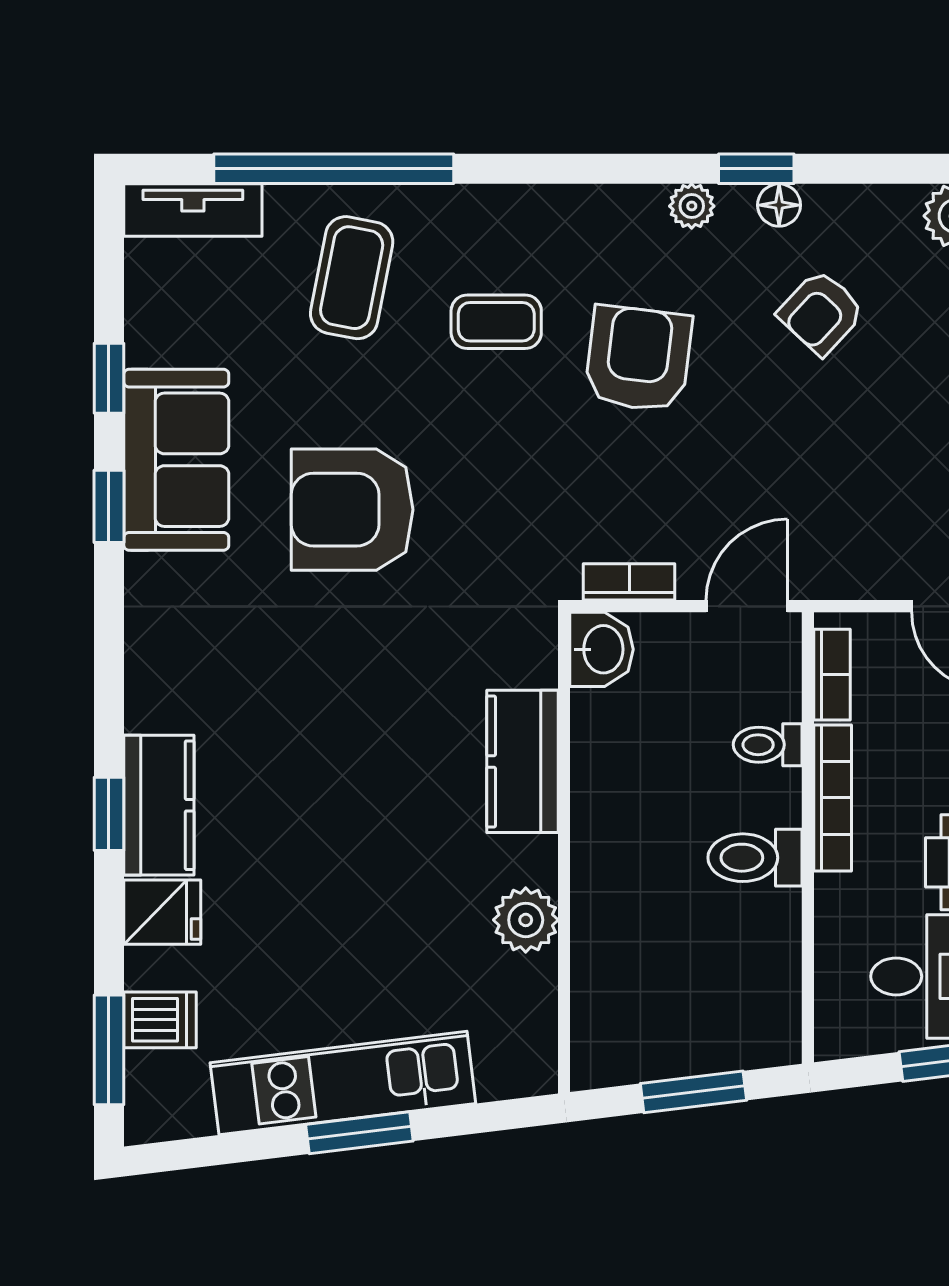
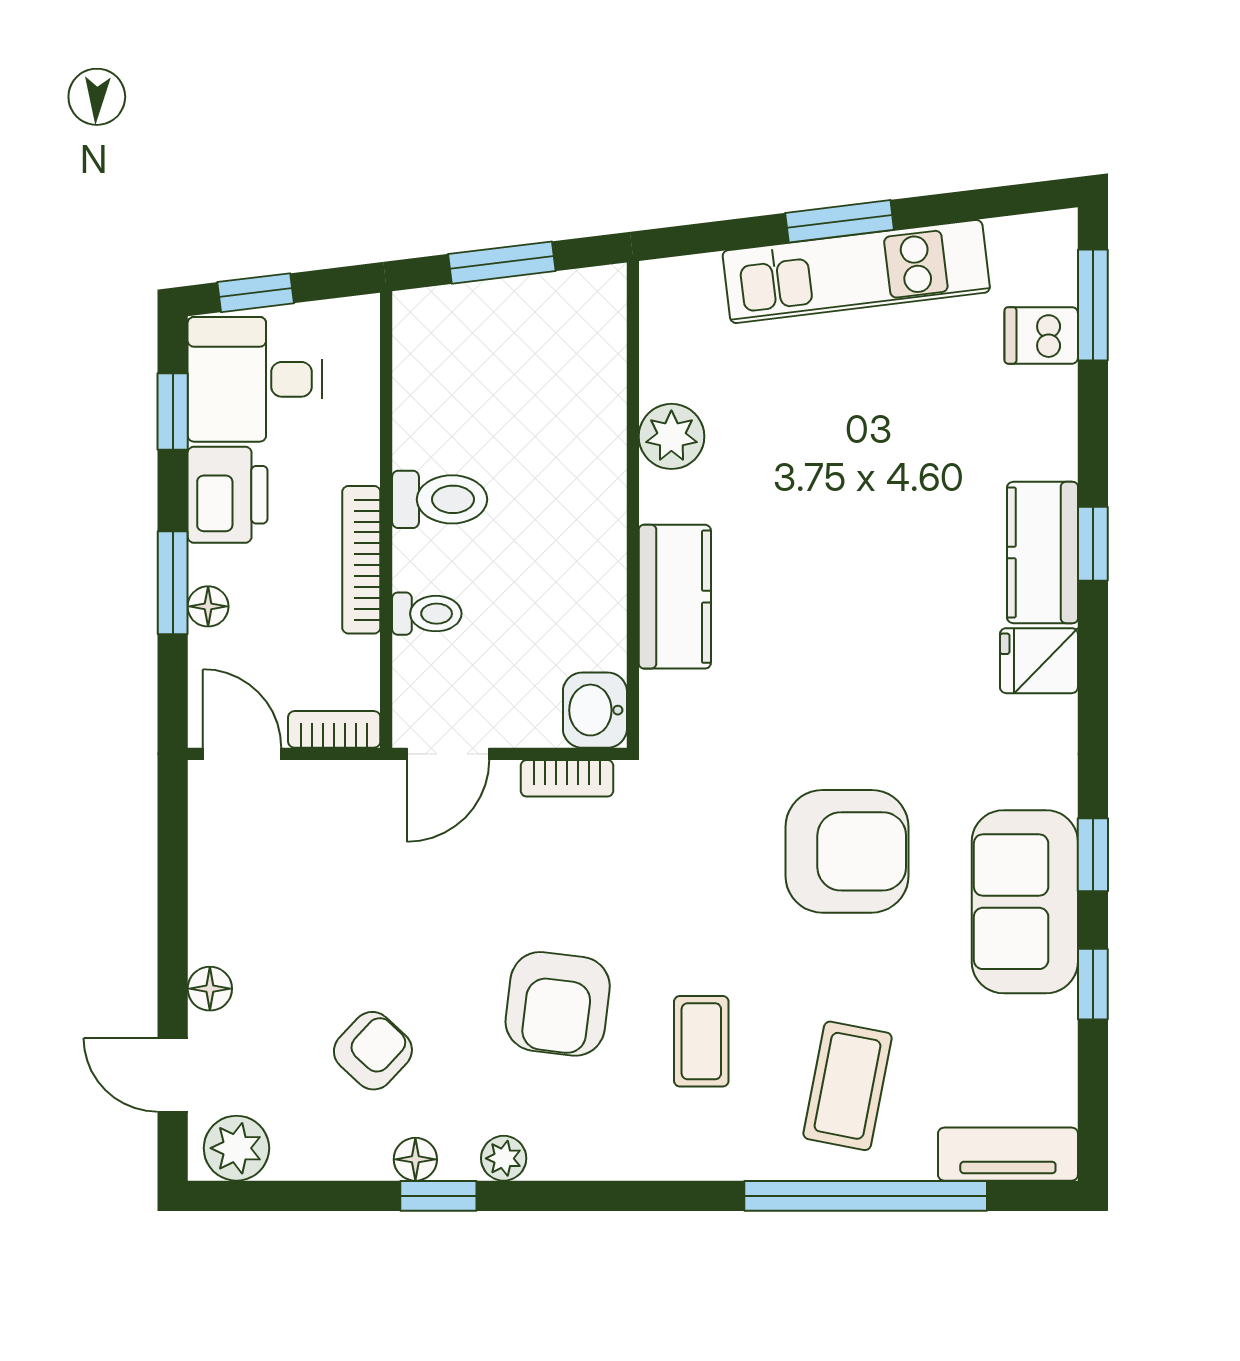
coffee table: (496, 322) -> (701, 1041), turned 90
bookcase: (832, 675) -> (334, 729), moved, turned 90
fridge: (162, 912) -> (1039, 661), moved

